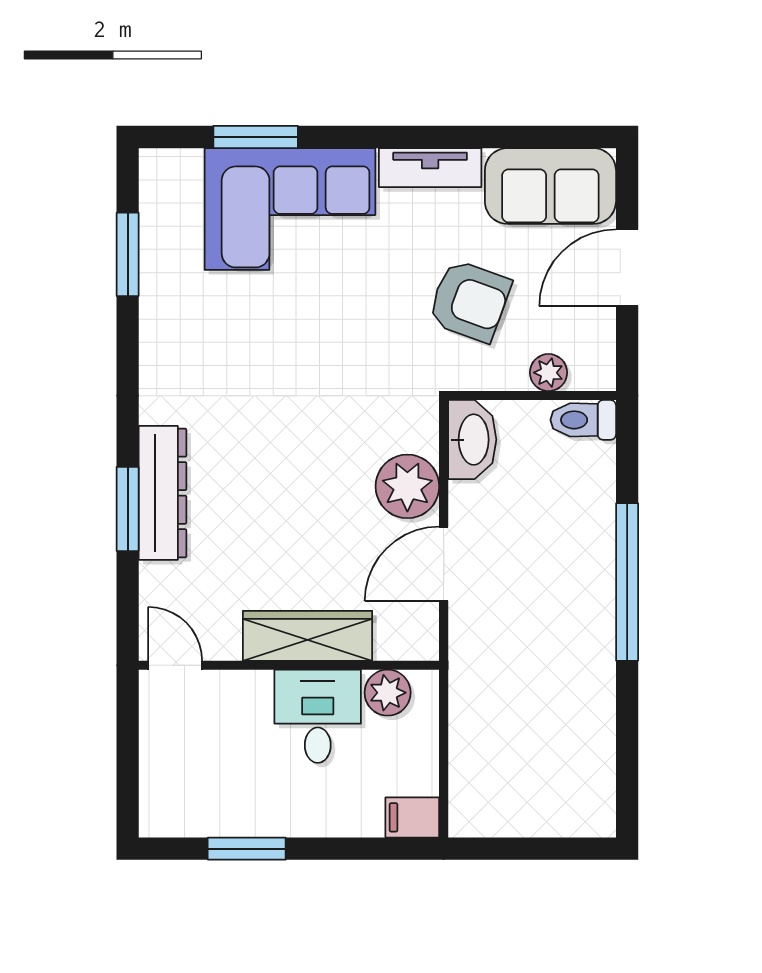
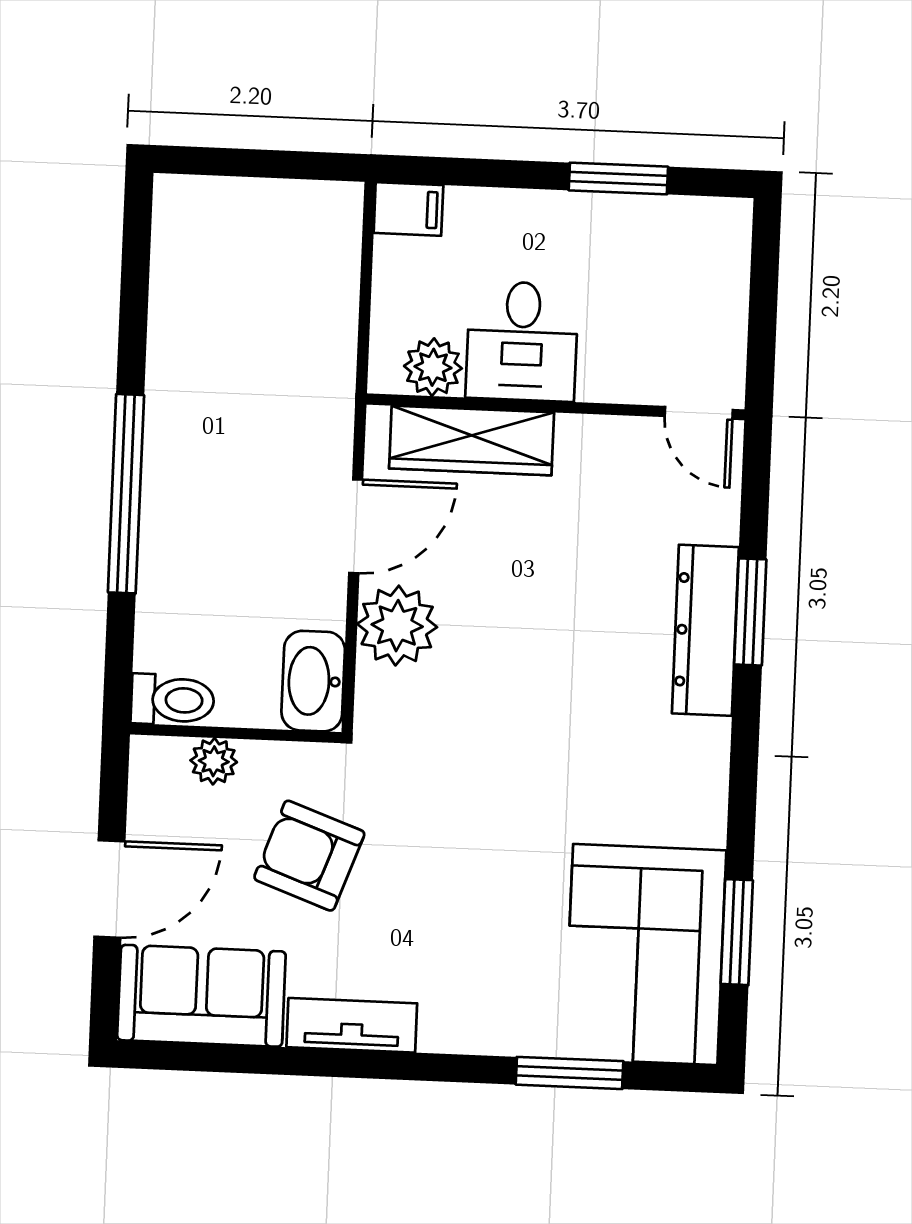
corner sofa: (290, 209) -> (645, 955), moved, turned -90
wardrobe: (308, 636) -> (472, 440), moved

